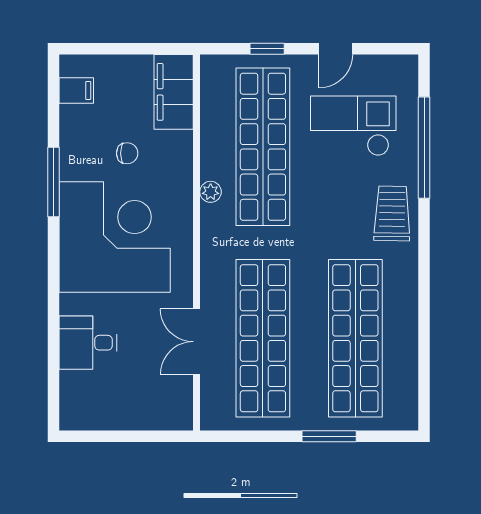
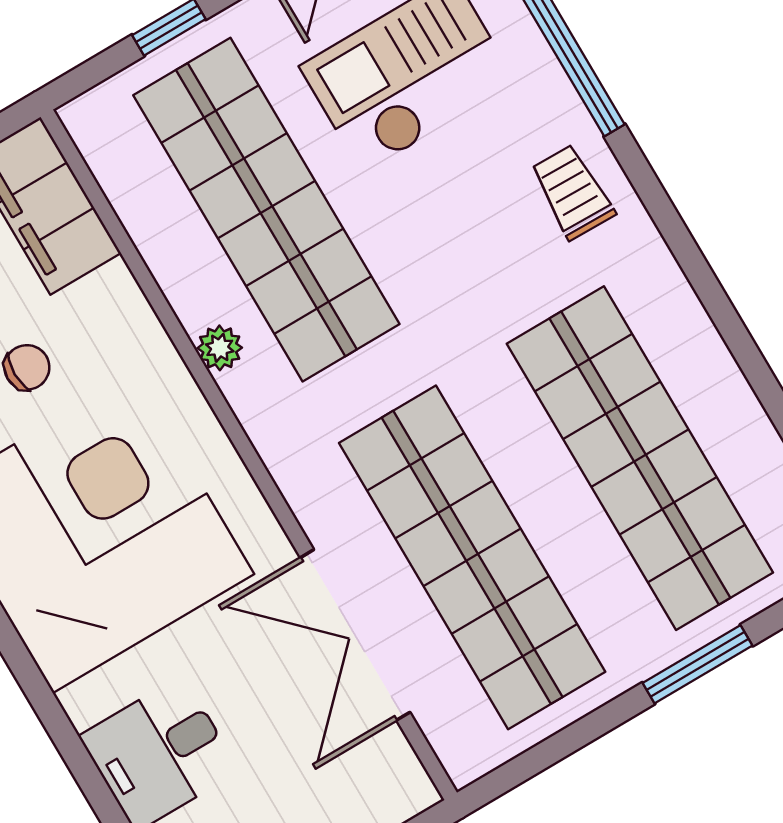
trolley: (392, 213) -> (573, 192), width x0.73, depth x0.72
double door: (197, 342) -> (355, 635), width x1.37

